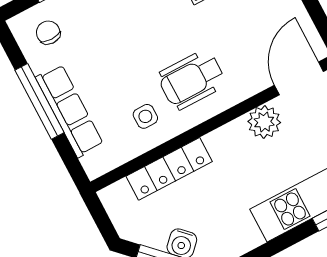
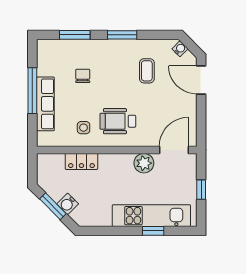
chair: (48, 33) -> (83, 76), moved
locker: (169, 169) -> (81, 161), width x0.66

